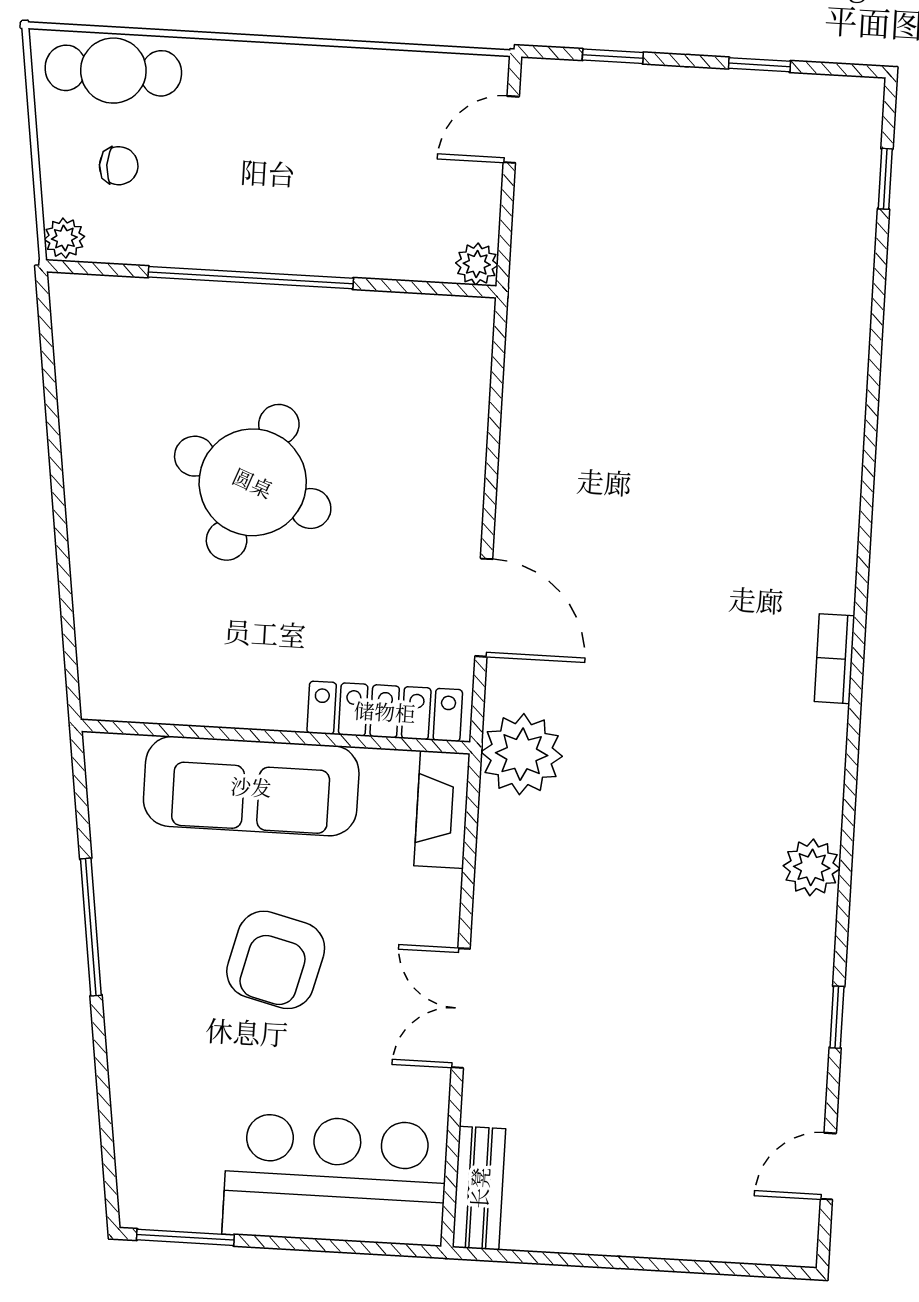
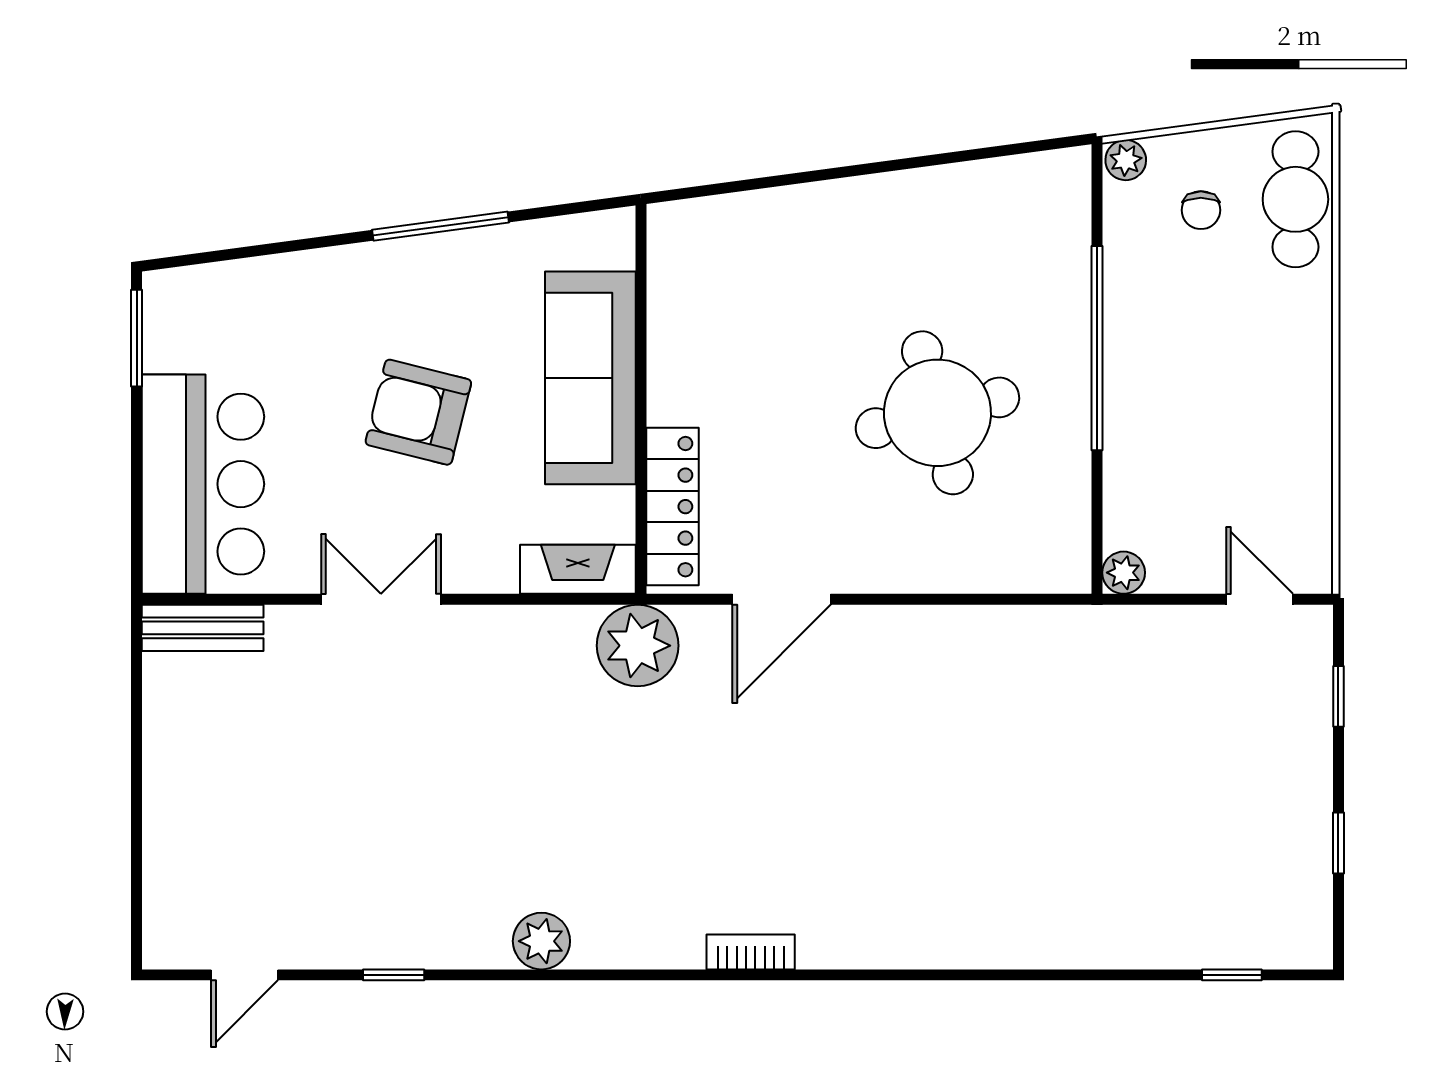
round table: (253, 482) -> (937, 413), moved, turned -35
door: (828, 1166) -> (244, 975), swing flipped

